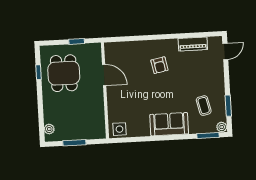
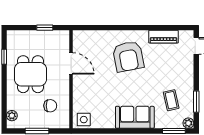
armchair: (159, 65) -> (128, 56), width x1.88, depth x1.88
dining table: (64, 73) -> (30, 74), moved
chair: (86, 117) -> (50, 106), added

